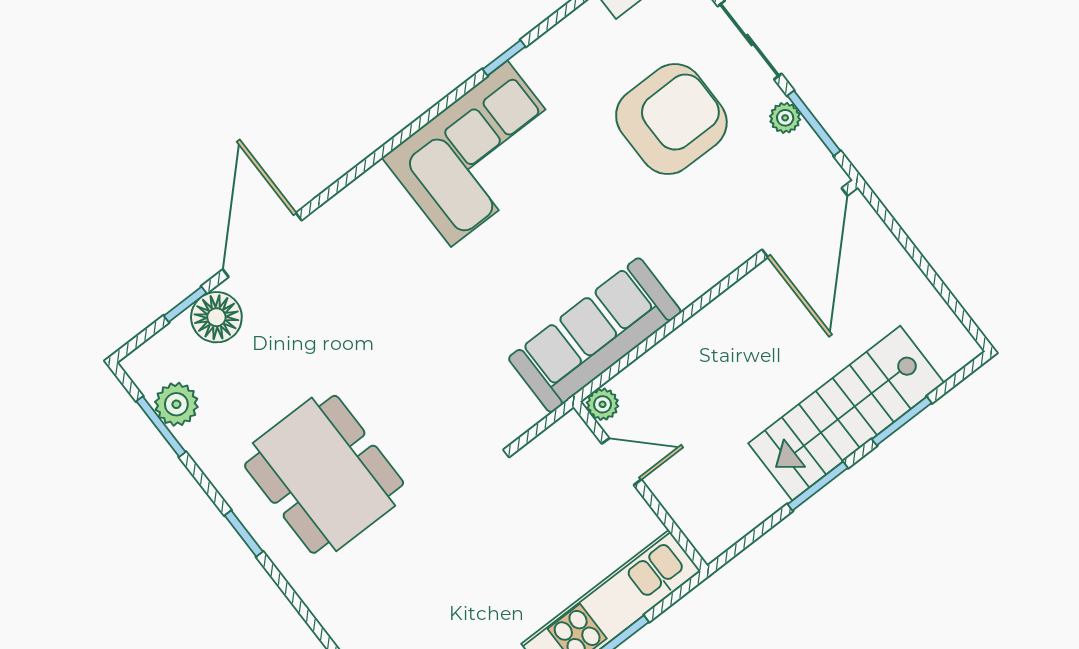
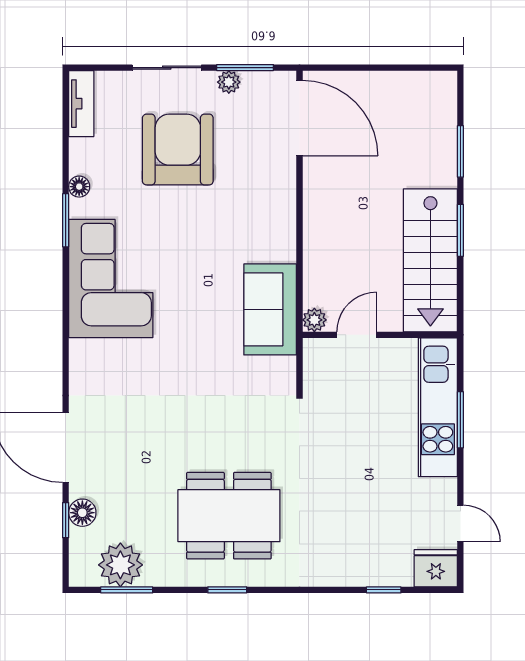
floor lamp: (551, 45) -> (79, 187), added
window: (504, 58) -> (66, 220), width x1.50
floor lamp: (216, 317) -> (82, 513), width x0.73, depth x0.73
sofa: (595, 335) -> (270, 309), width x0.73
plant: (176, 404) -> (120, 565), width x1.36, depth x1.36
stairs: (846, 413) -> (430, 260), moved

